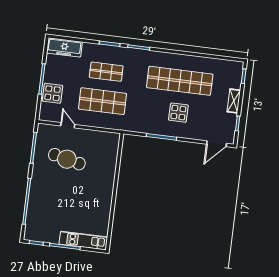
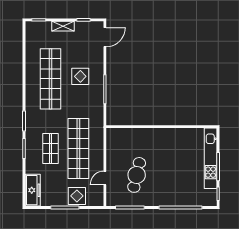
shop shelf: (103, 101) -> (78, 148), width x1.40
door: (217, 144) -> (105, 37), hinge flipped
kitchen unit: (83, 241) -> (211, 158), width x1.36

